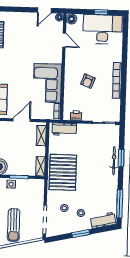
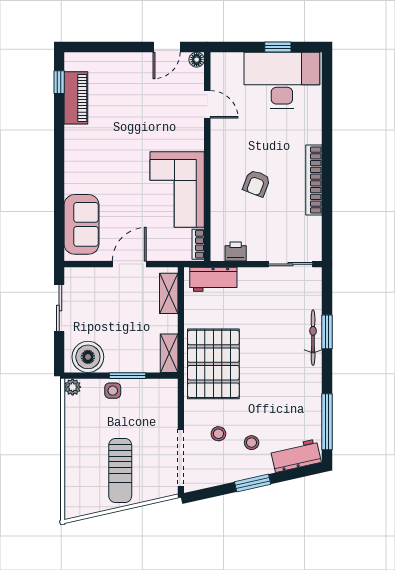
floor lamp: (72, 19) -> (220, 62), removed

